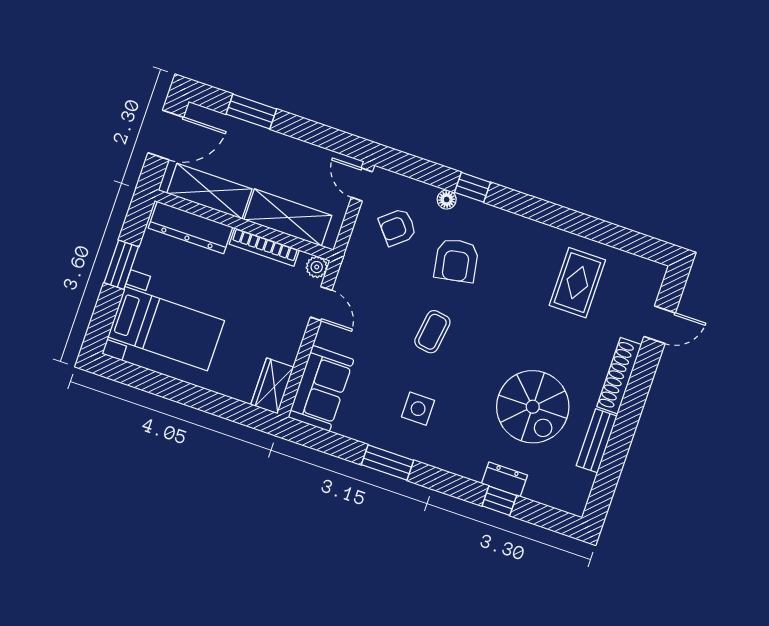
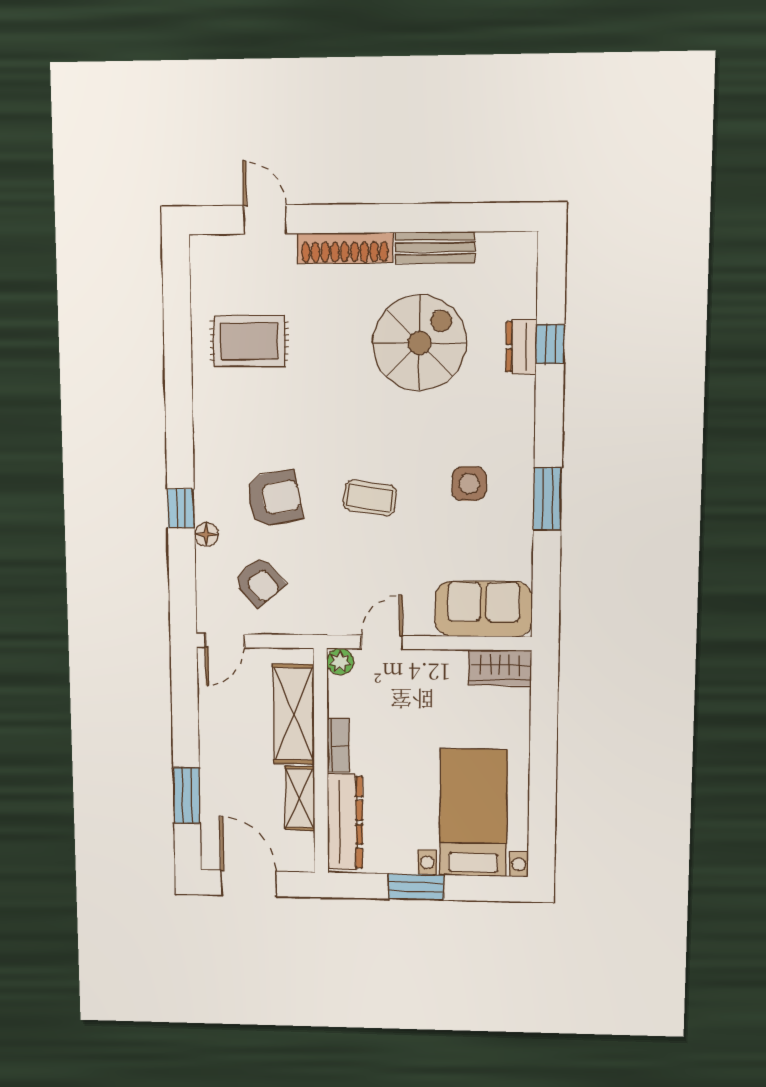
shelving: (209, 191) -> (300, 798), width x0.67, depth x0.75
bookcase: (264, 247) -> (338, 745), width x0.64

